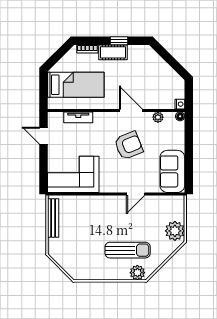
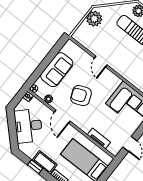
desk: (157, 75) -> (28, 126), added
sofa: (172, 171) -> (57, 70), moved
door: (135, 194) -> (101, 62), swing flipped

